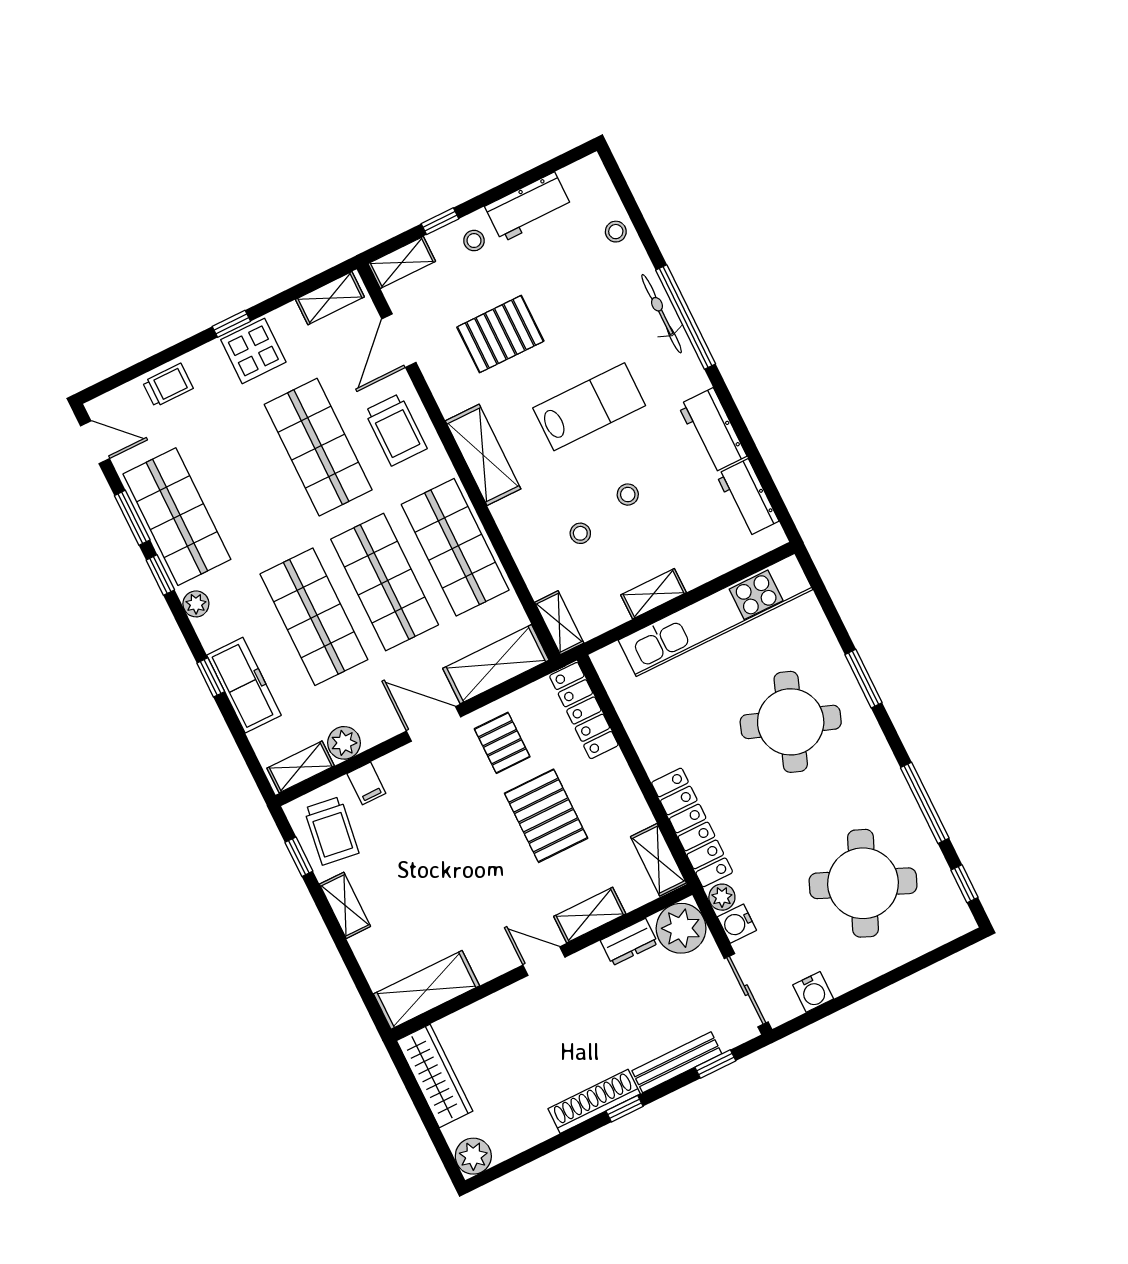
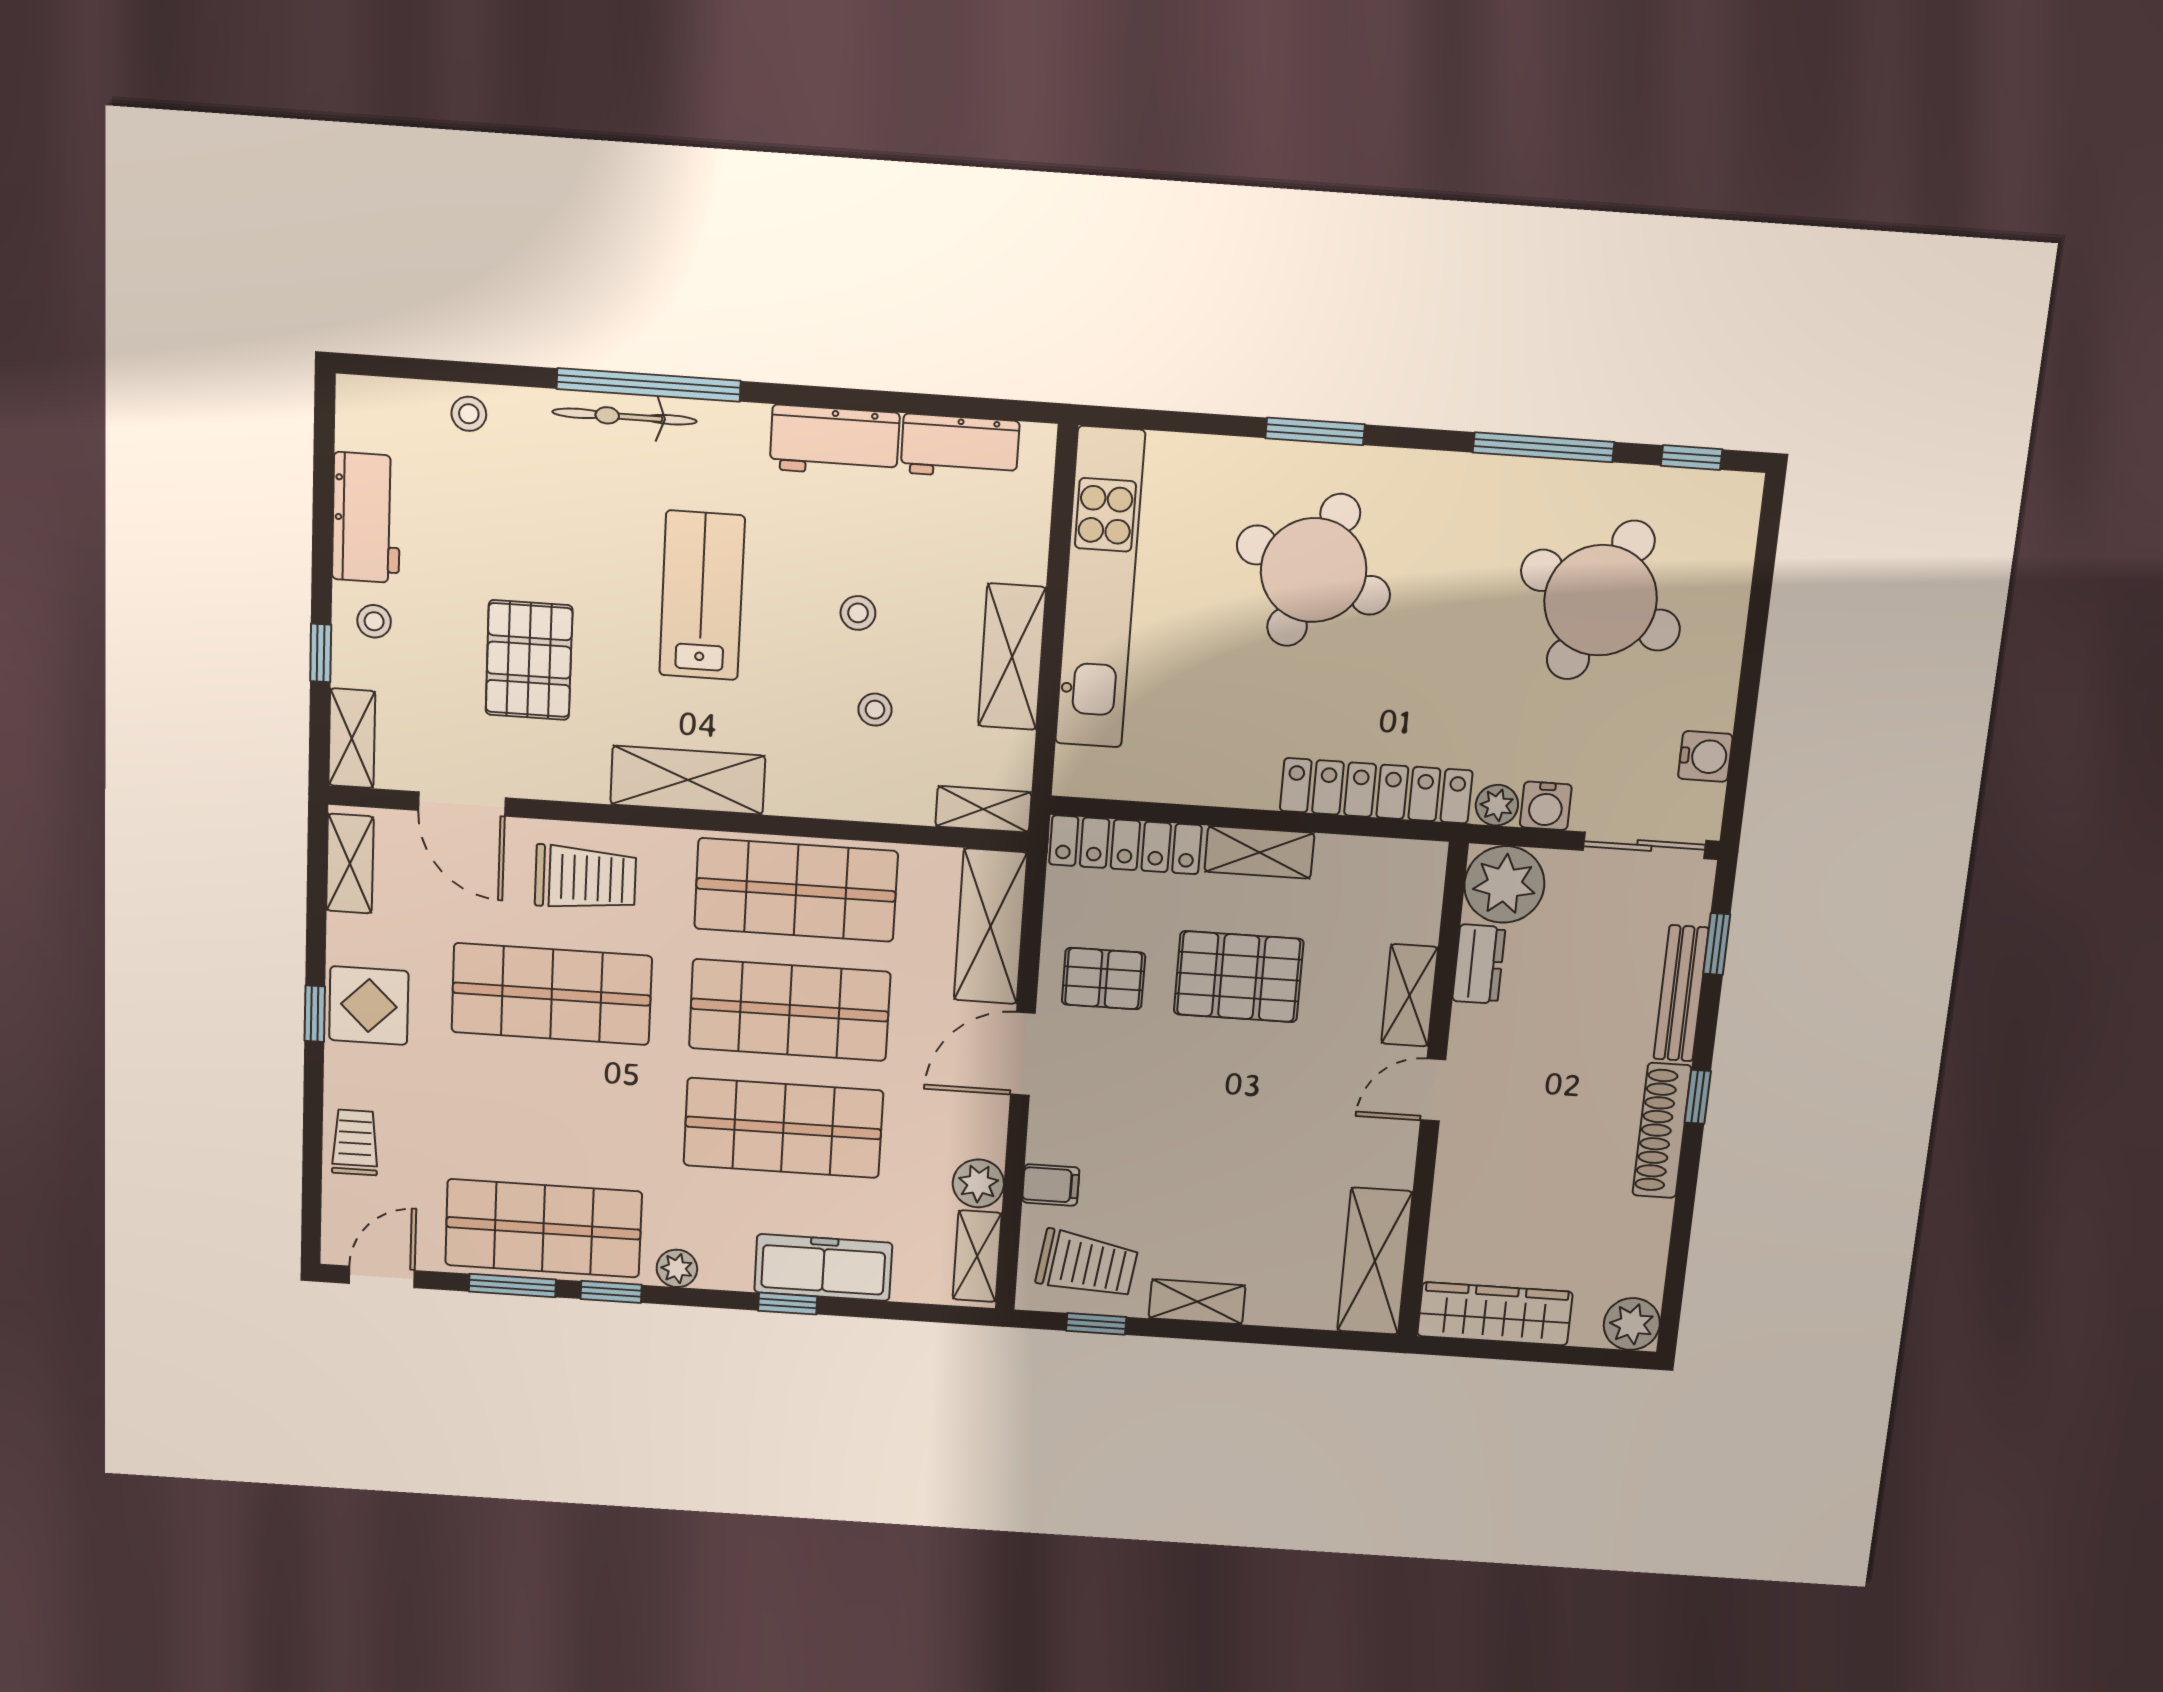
shelving: (654, 594) -> (1012, 657), width x1.50, depth x1.33
shelving: (658, 860) -> (1259, 852), moved

